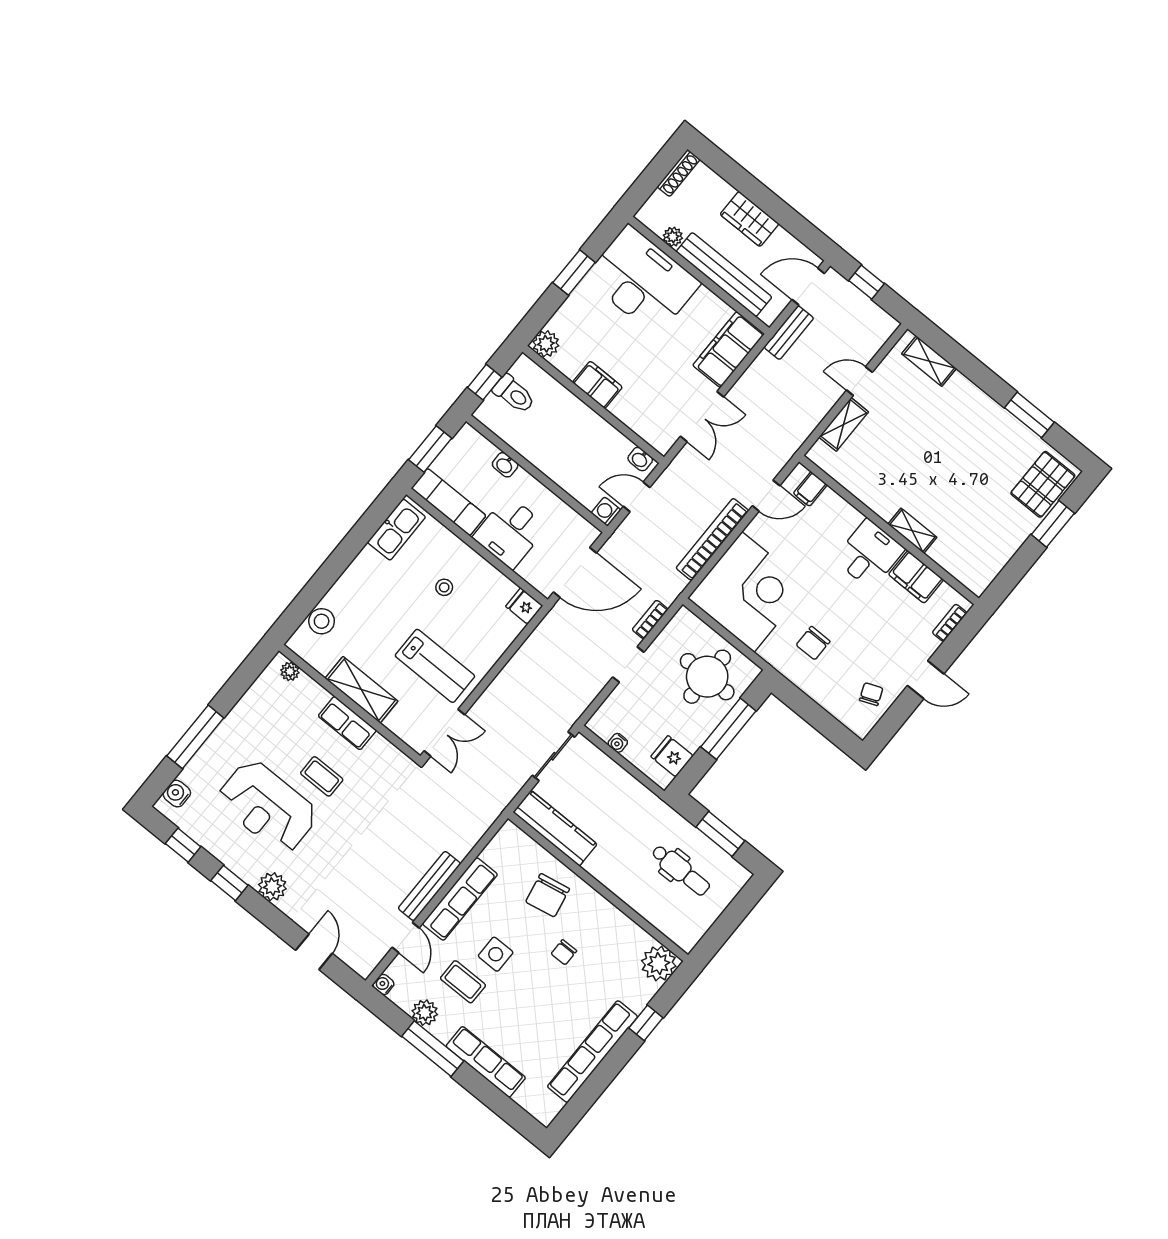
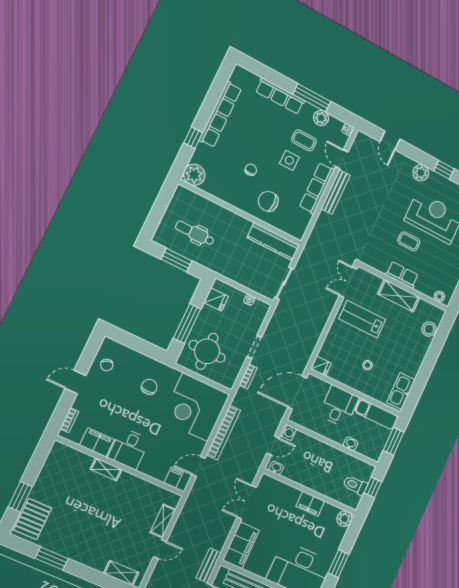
chair: (548, 895) -> (268, 201), turned -79

